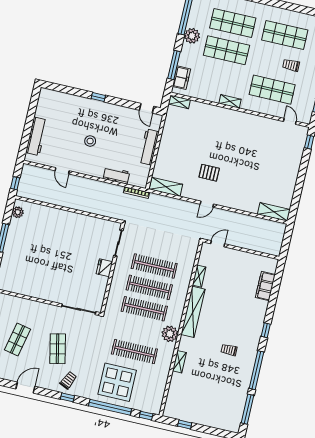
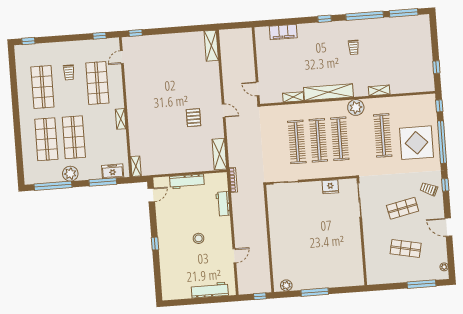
fridge: (104, 268) -> (330, 187), moved

